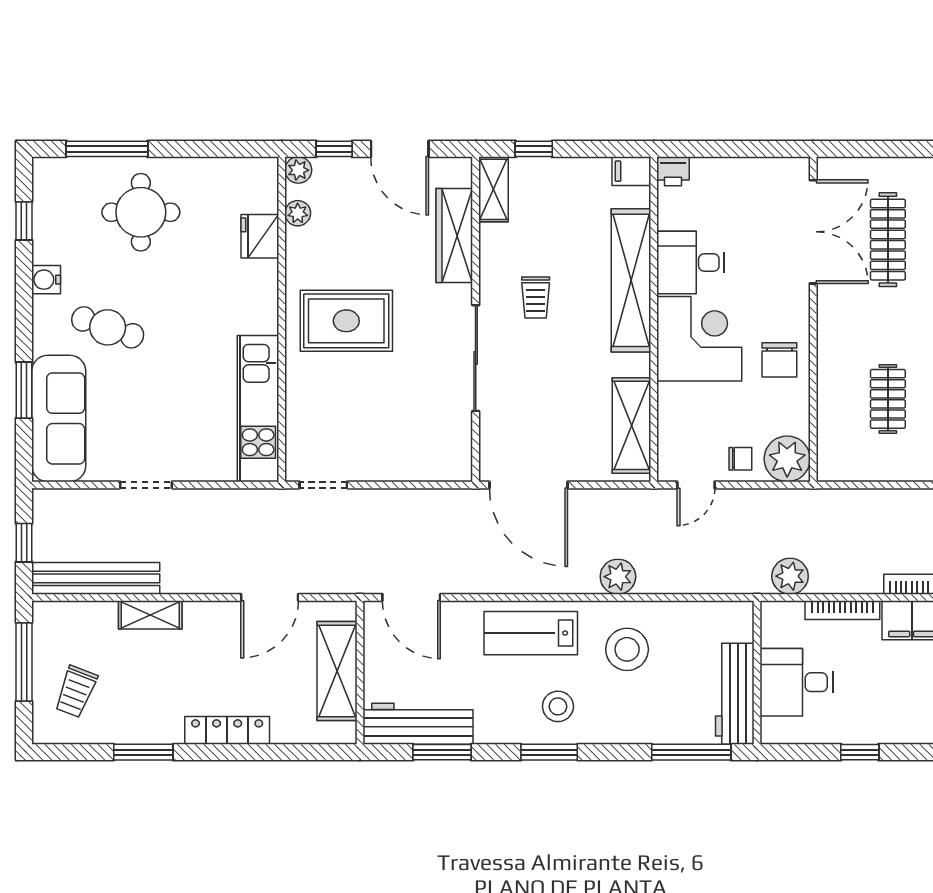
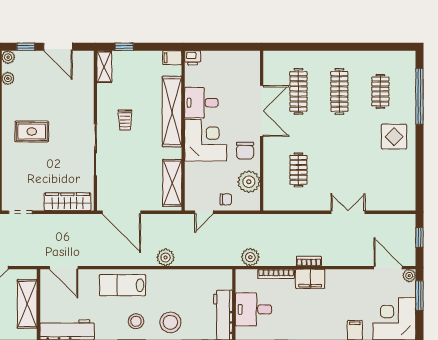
double door: (813, 232) -> (262, 111), moved
wardrobe: (454, 236) -> (67, 202), moved, turned 90
rug: (346, 321) -> (32, 131), width x0.73, depth x0.70
plant: (787, 459) -> (249, 182), moved
stool: (627, 649) -> (170, 322), moved

